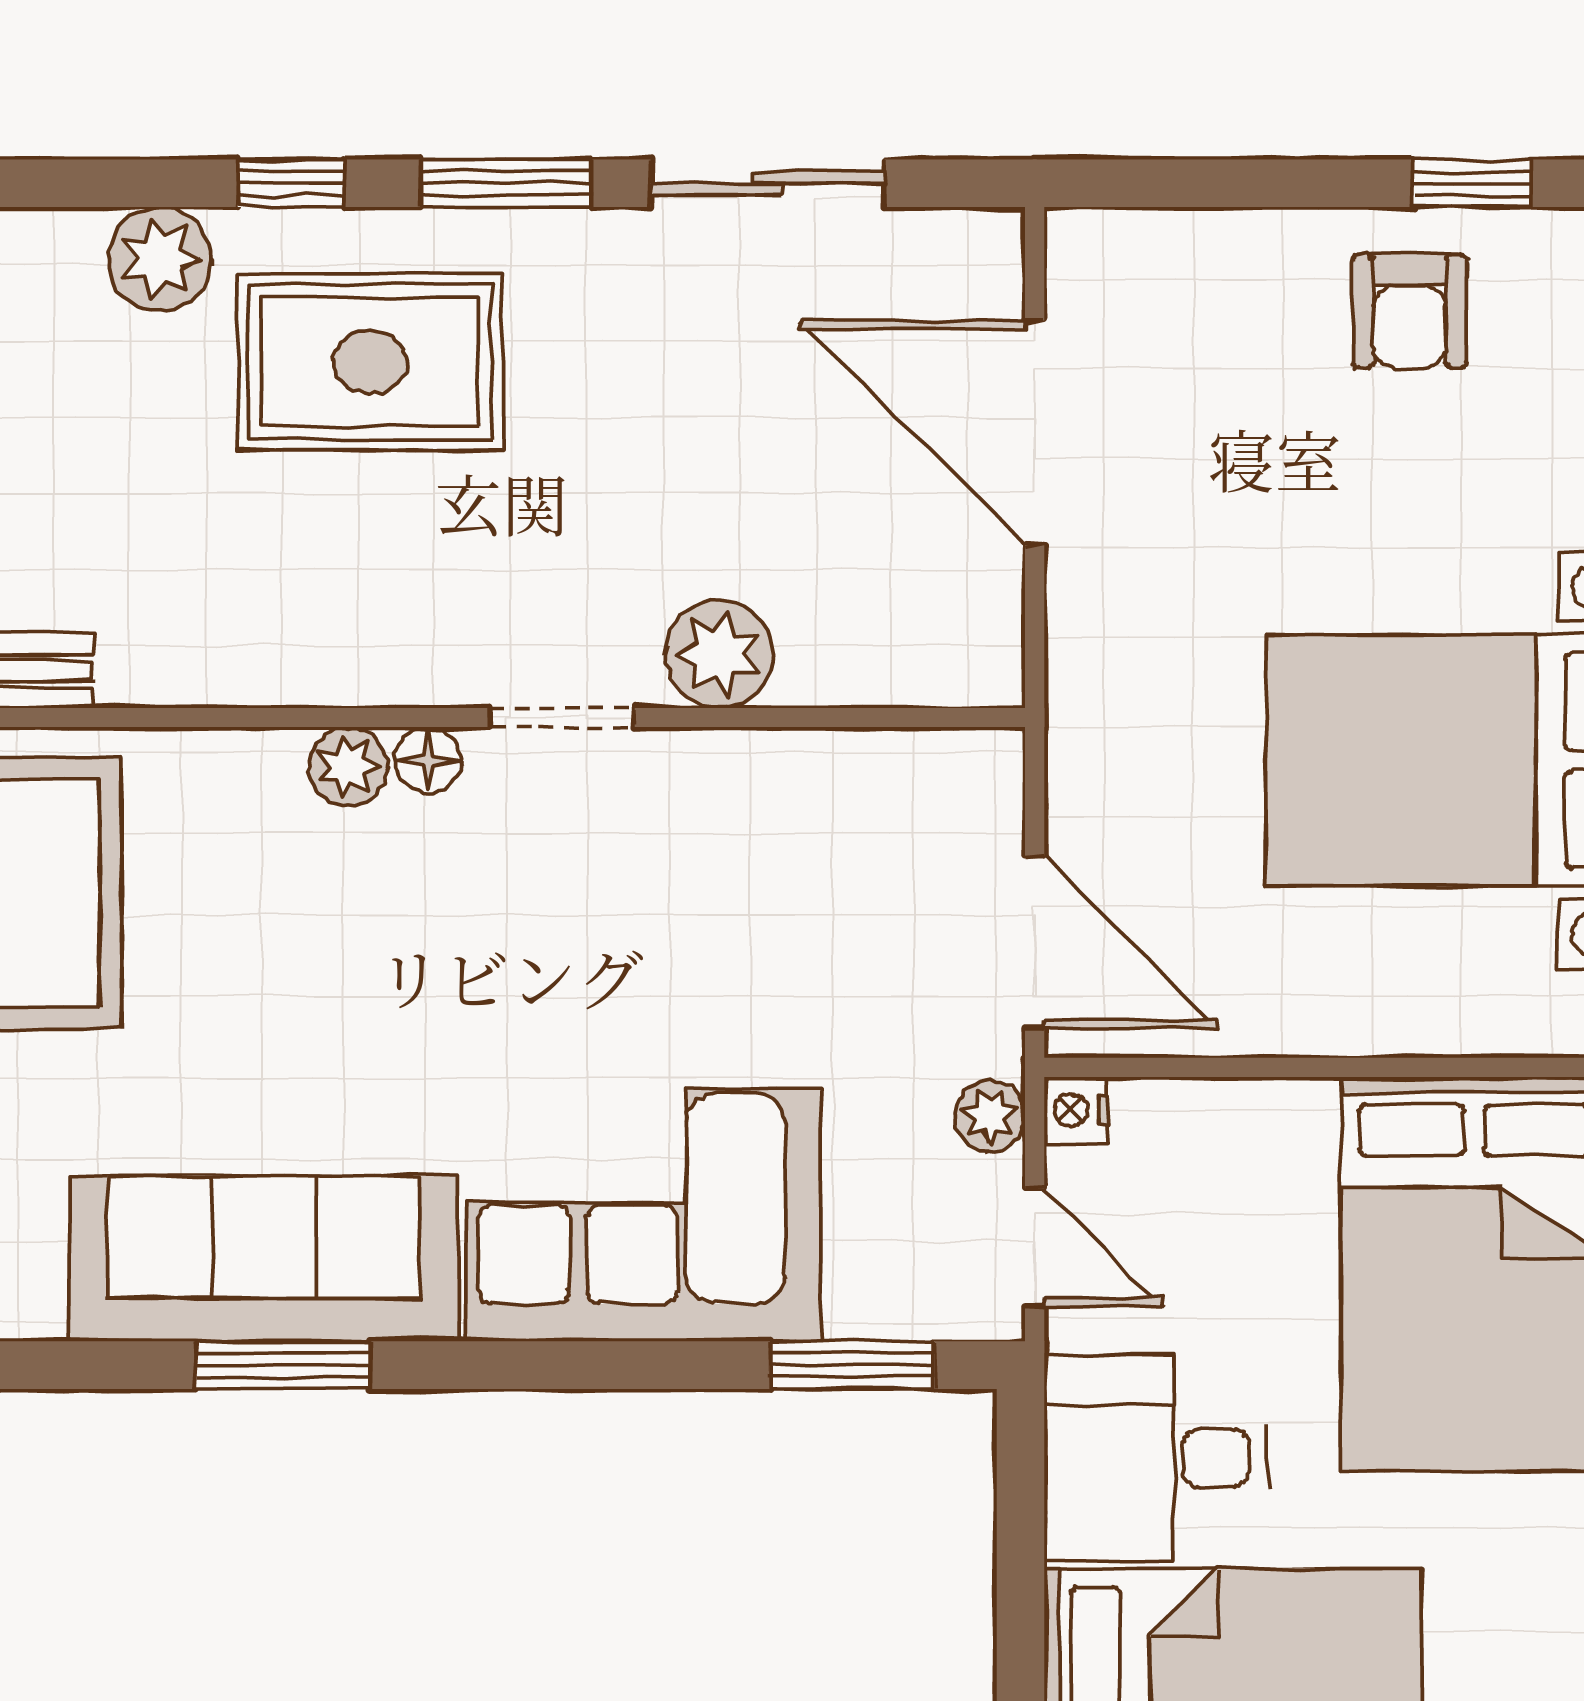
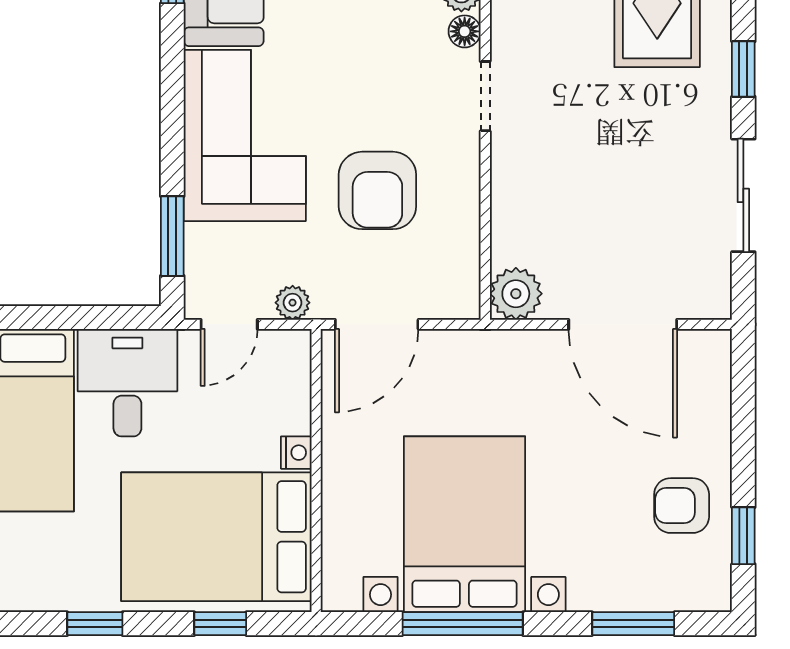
window: (506, 183) -> (743, 69), width x0.67
door: (1035, 433) -> (623, 324), swing flipped
plant: (719, 654) -> (516, 294), moved
armchair: (758, 940) -> (377, 190), added
nightstand: (1076, 1110) -> (296, 453), moved, turned 90

